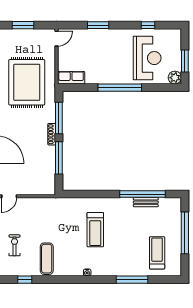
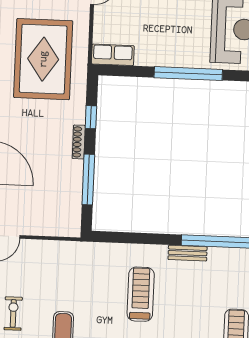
window: (59, 118) -> (91, 117), width x0.46
bench: (146, 202) -> (188, 253), moved
treadmill: (95, 230) -> (141, 294), turned 180

